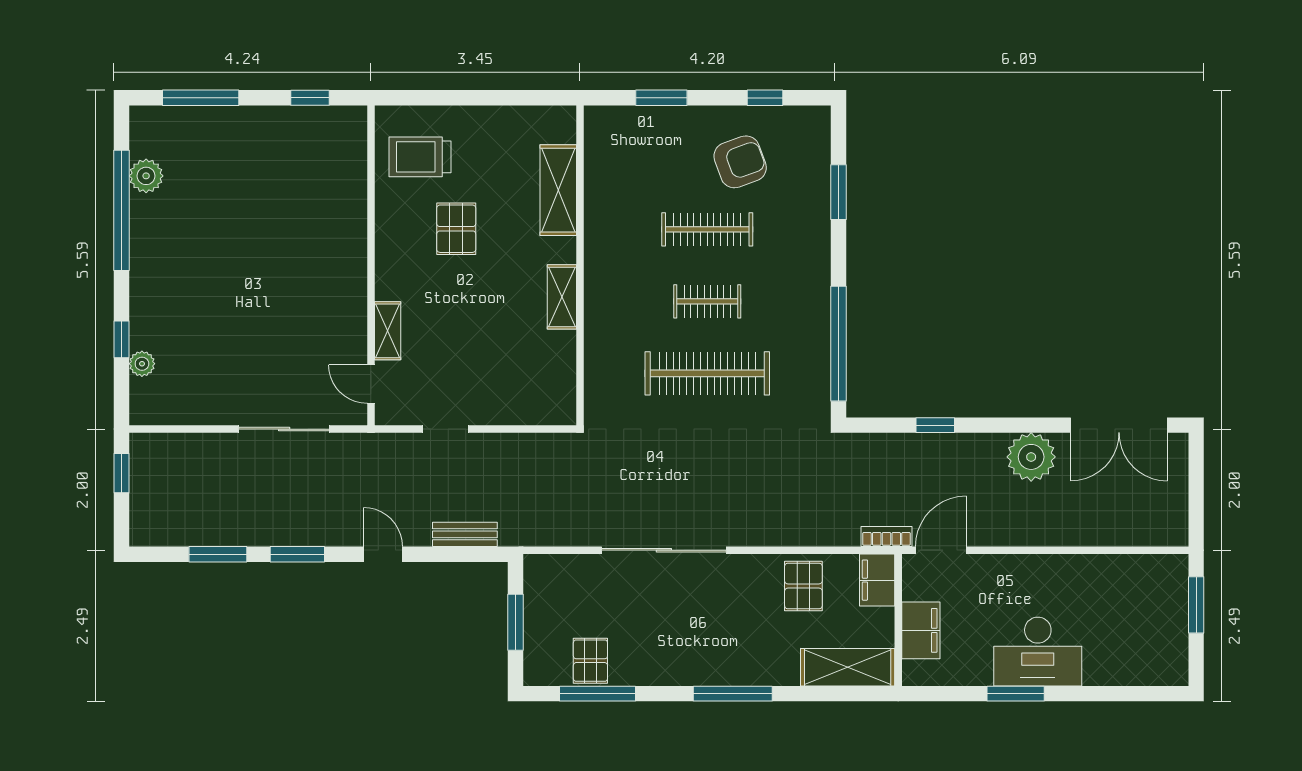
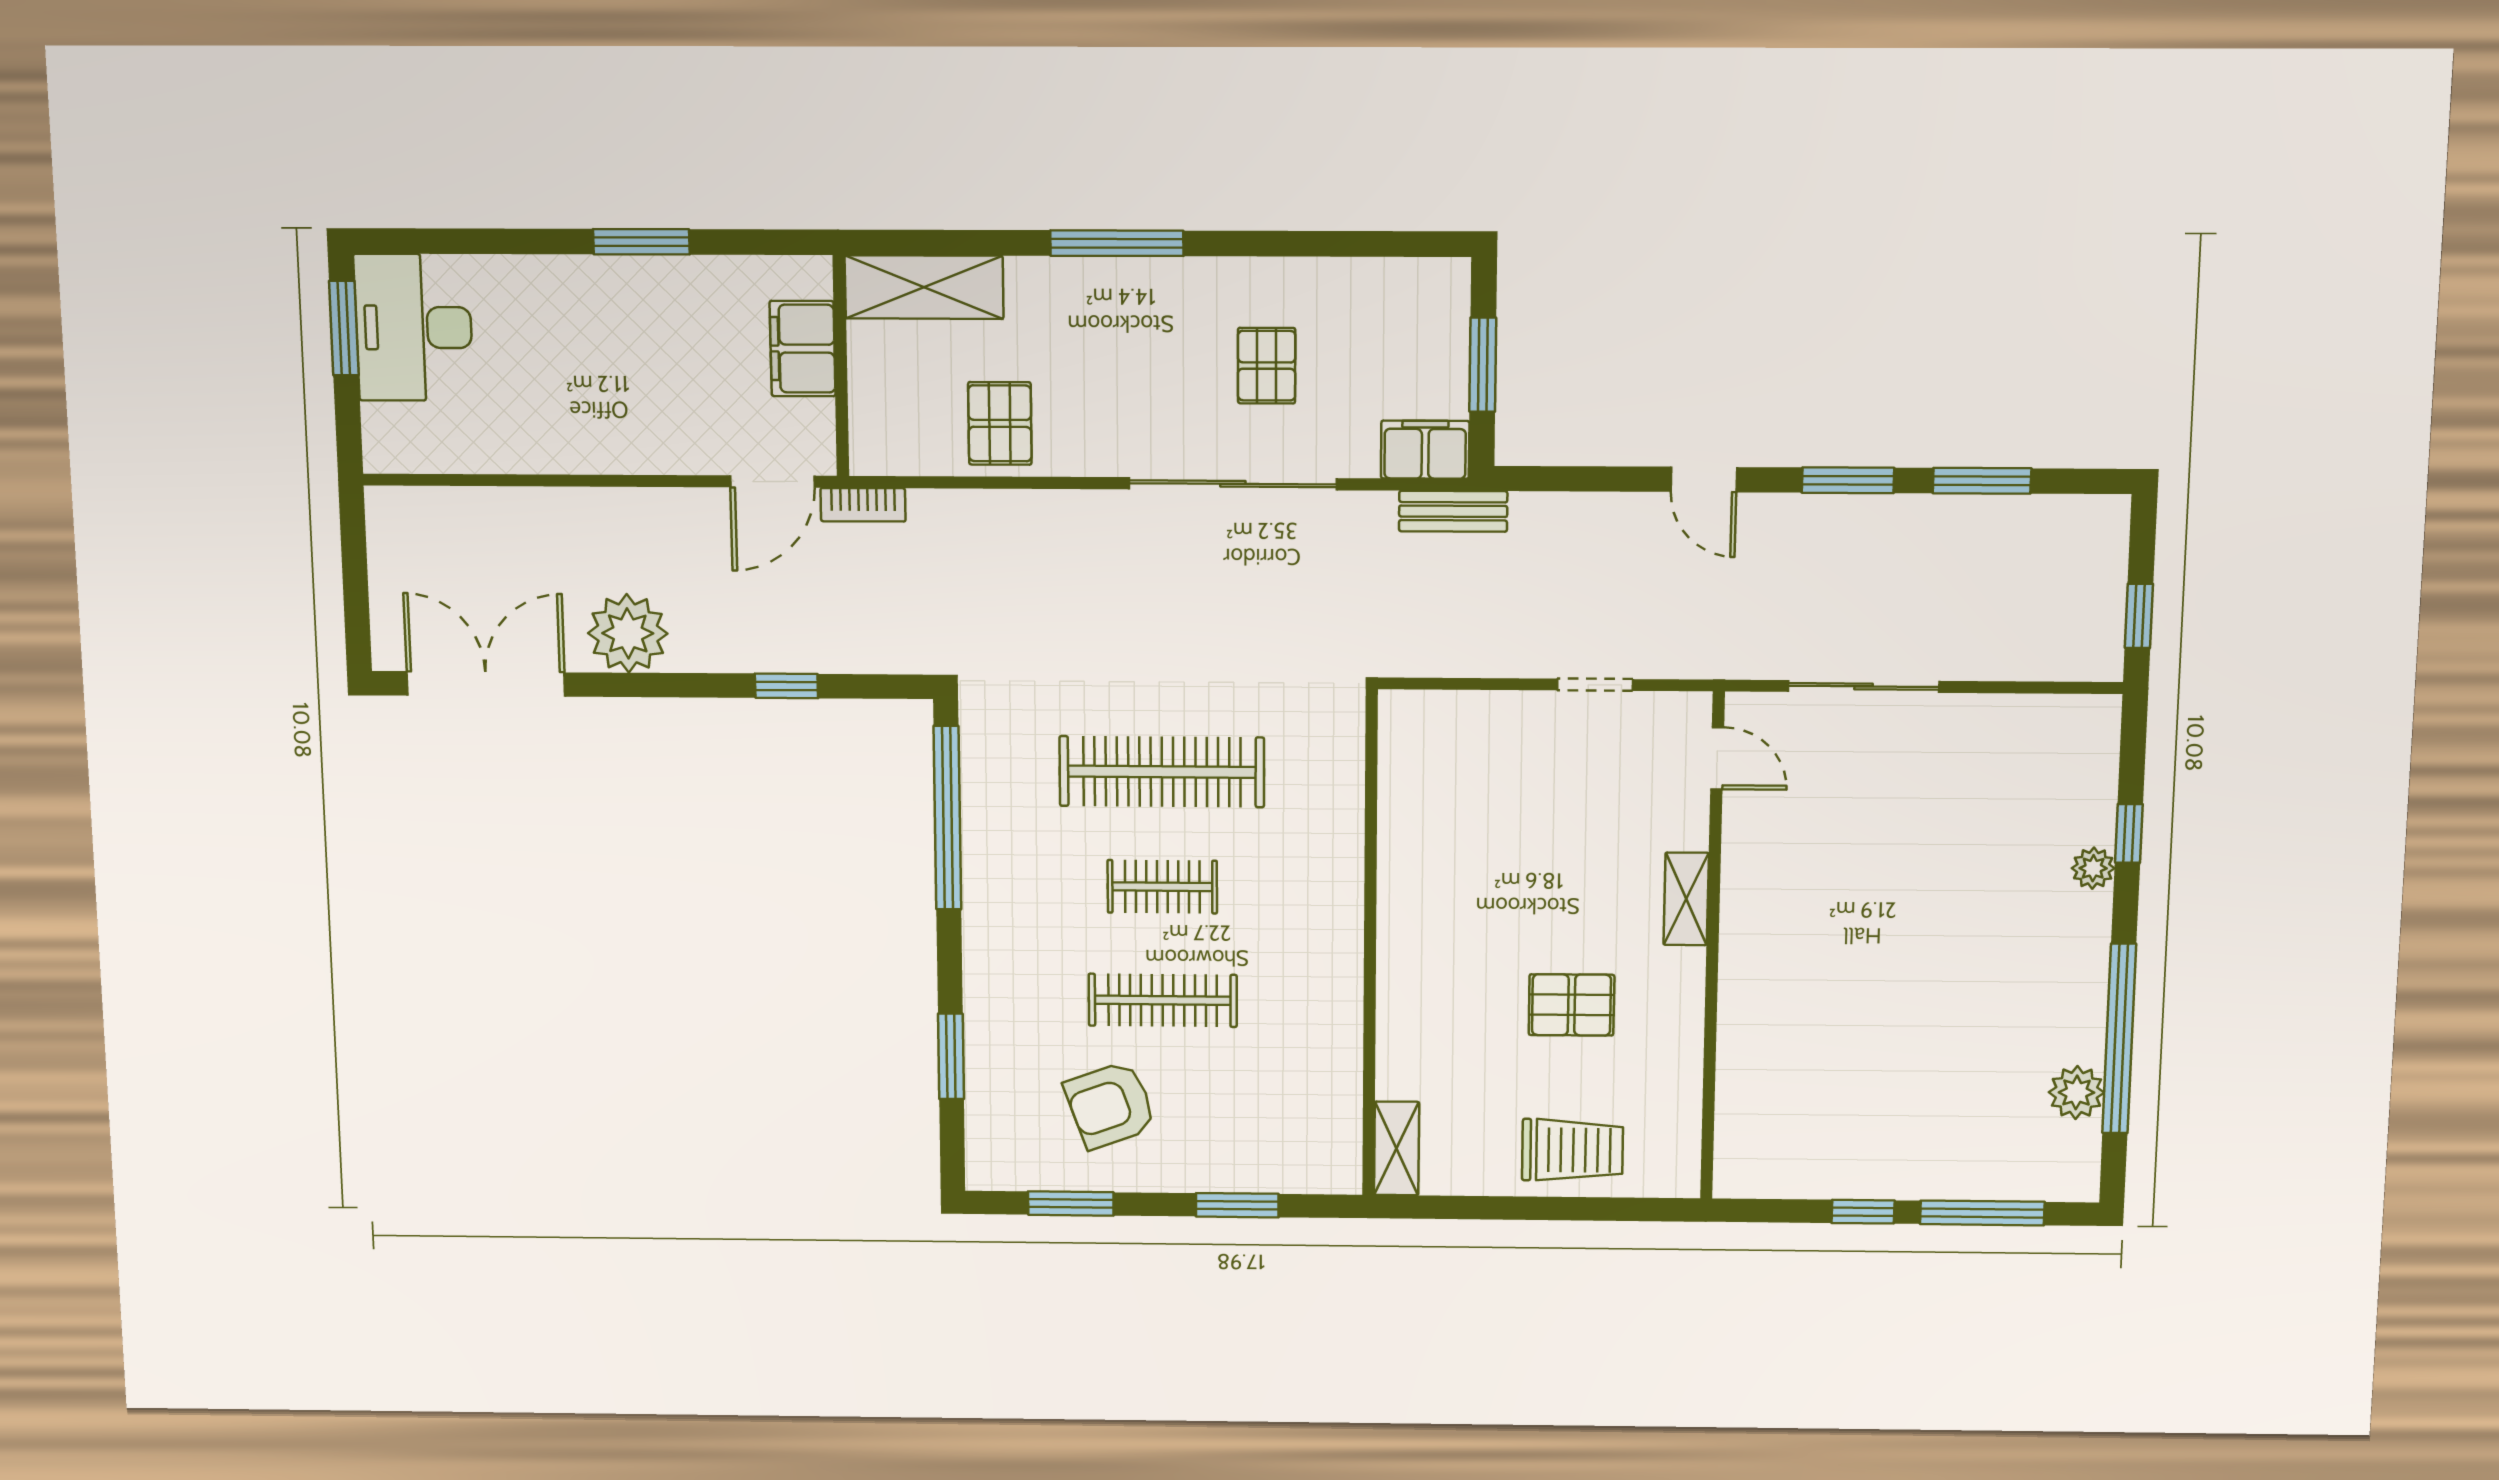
window: (310, 98) -> (1863, 1212), moved
window: (765, 98) -> (1071, 1203), width x1.50
trolley: (420, 157) -> (1573, 1150), moved
shelving: (558, 190) -> (1397, 1148), moved, width x0.67, depth x0.75
pallet: (456, 229) -> (1571, 1005), turned 90
shelving: (562, 297) -> (1400, 896), removed
shelving: (388, 331) -> (1686, 899), moved
plant: (142, 364) -> (2093, 868), moved
bench: (465, 534) -> (1453, 511), moved
filing cabinet: (877, 580) -> (1425, 450), moved, turned -90
window: (1196, 605) -> (344, 328), moved
desk: (1038, 652) -> (414, 327), moved, turned -90
pallet: (590, 661) -> (1267, 366), moved
window: (598, 694) -> (1345, 244), removed

